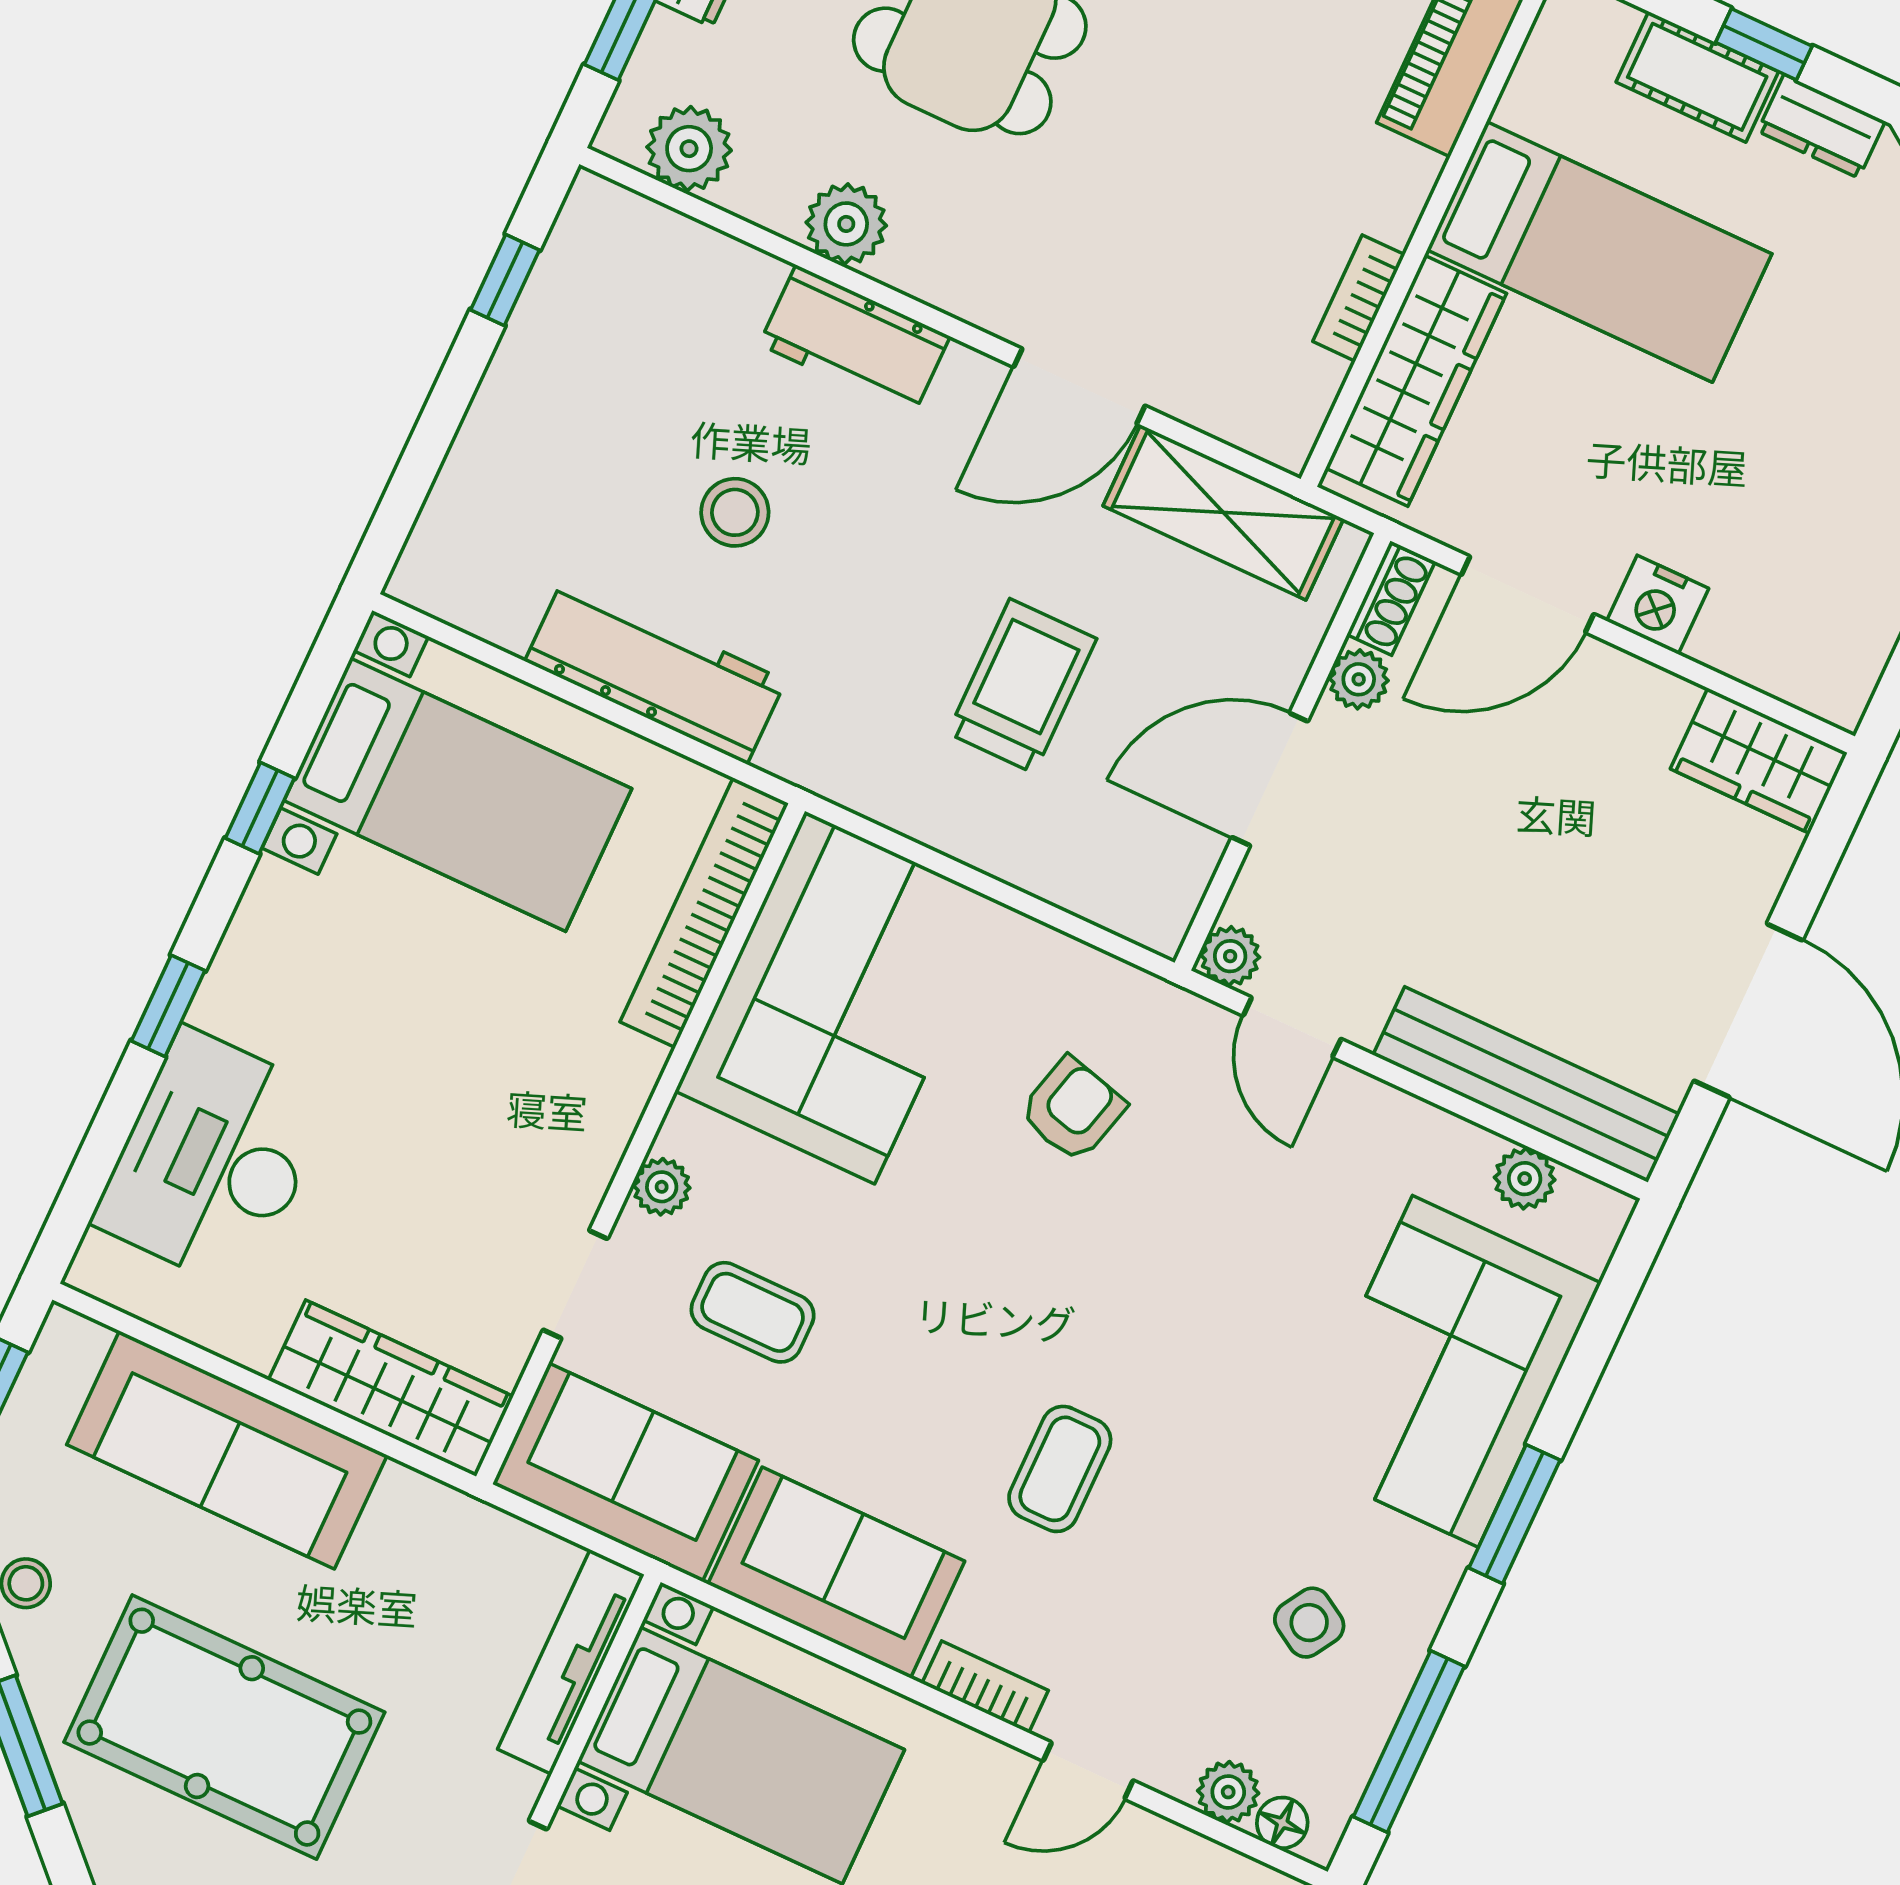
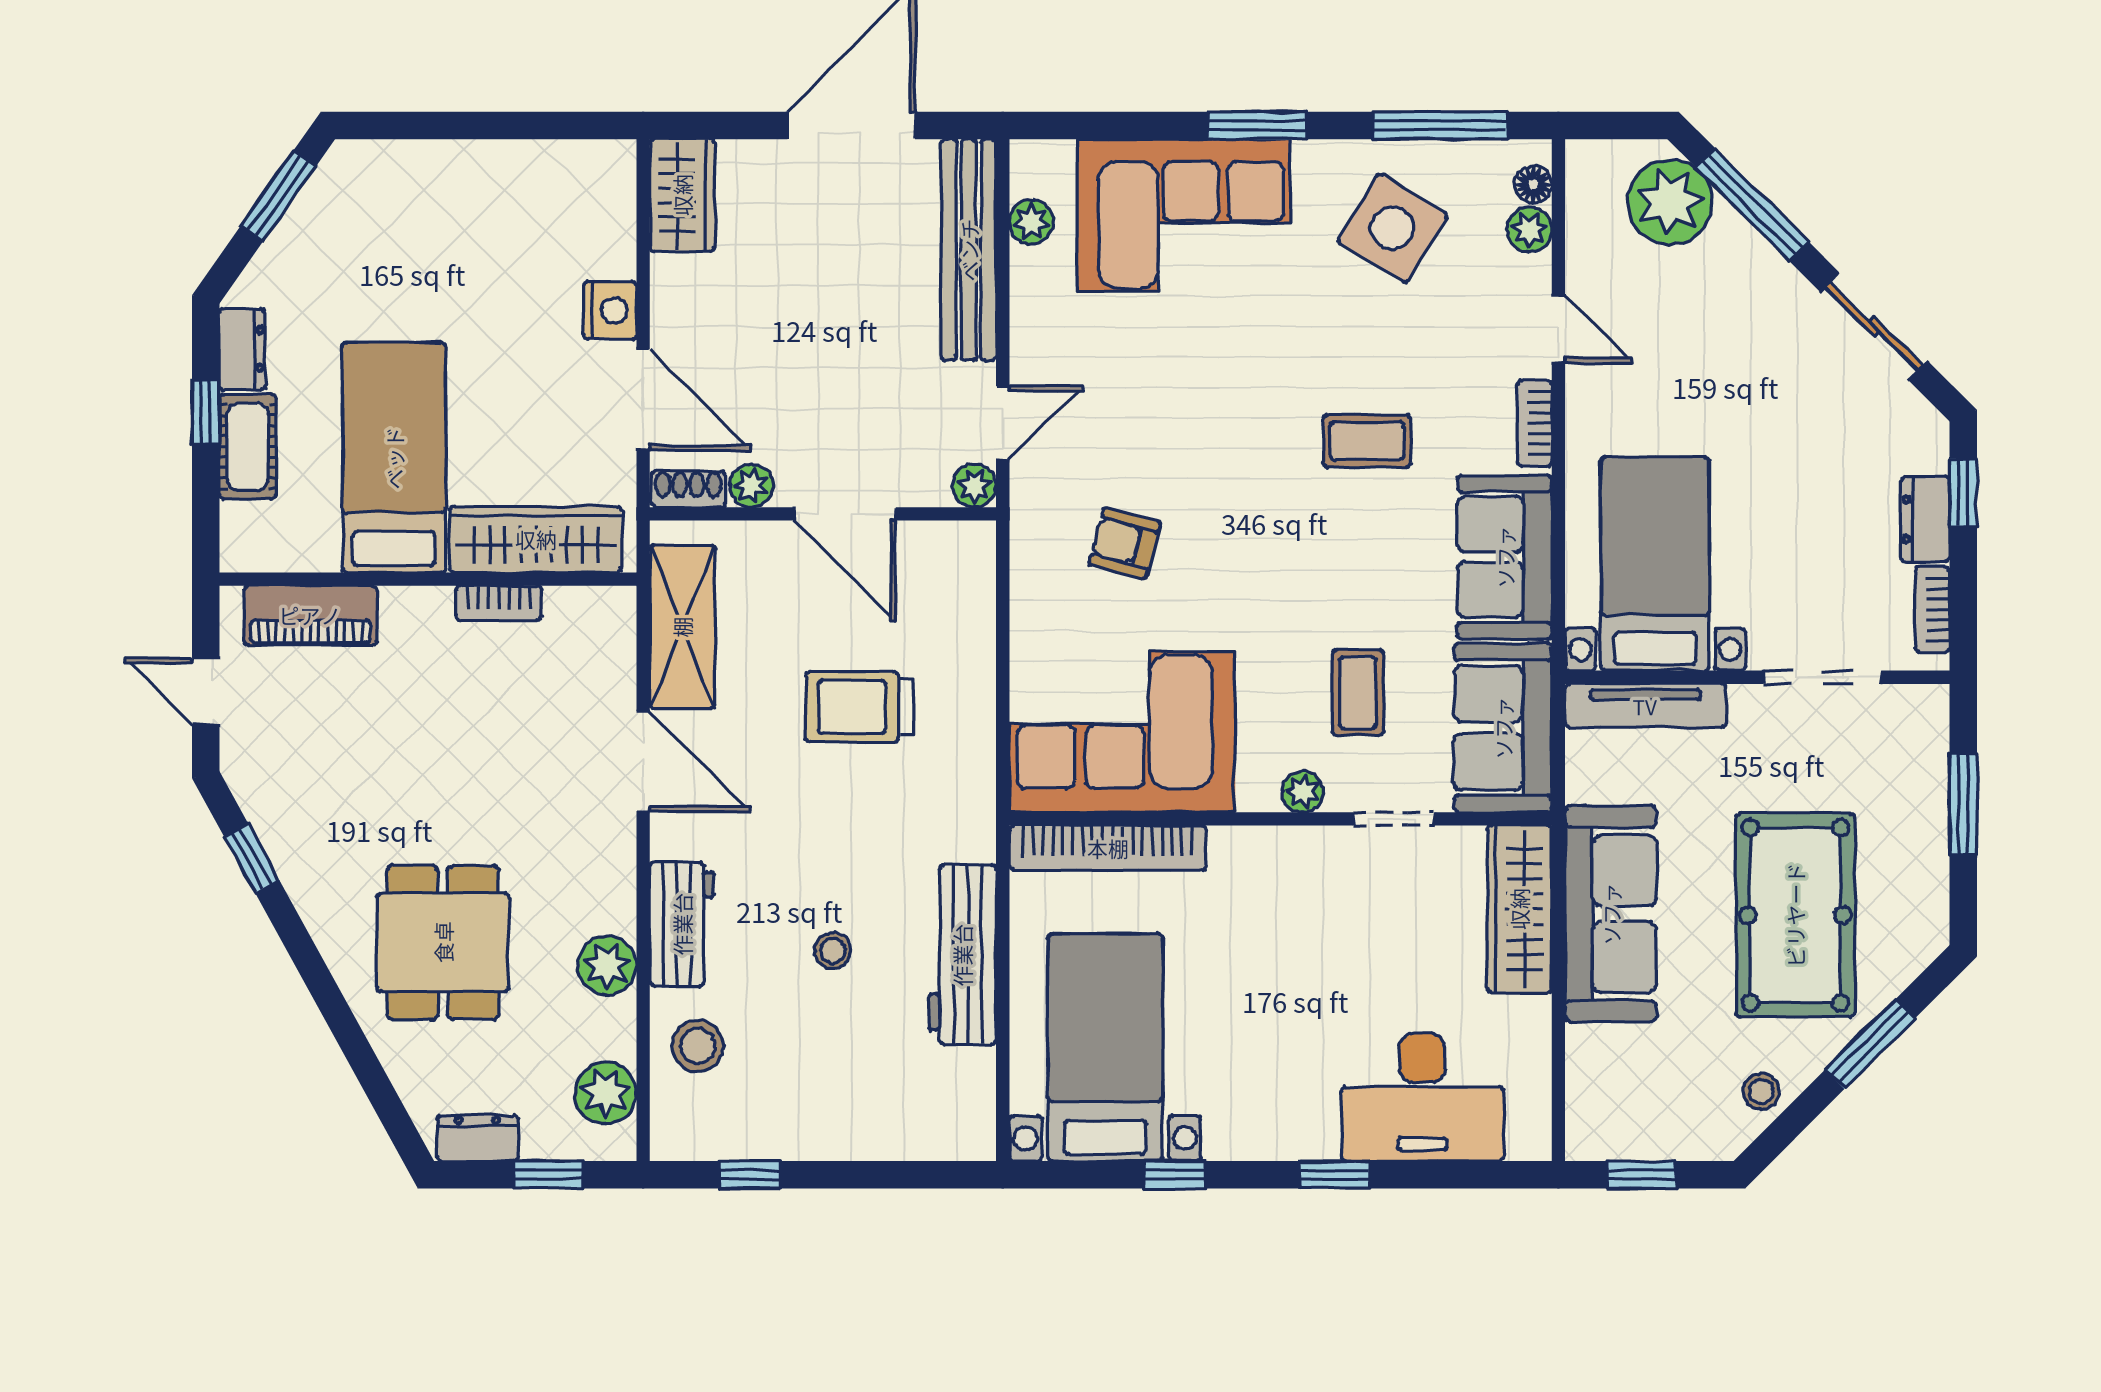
stool: (694, 290) -> (698, 1046), added
stool: (735, 512) -> (833, 951), width x0.73, depth x0.73
sofa: (227, 1450) -> (1611, 914), moved
side table: (1309, 1623) -> (1392, 228), width x1.87, depth x1.87

